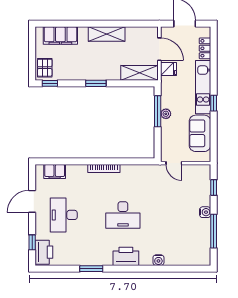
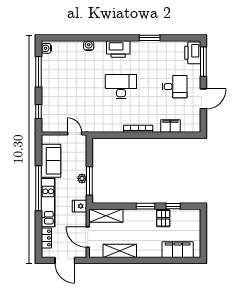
shelving: (107, 34) -> (120, 251), moved
pallet: (45, 68) -> (163, 218), moved
fridge: (169, 69) -> (79, 206), moved
window: (50, 83) -> (173, 206), moved
window: (214, 103) -> (39, 188), width x3.17
filing cabinet: (55, 171) -> (170, 126), moved
water cooler: (205, 212) -> (46, 48), moved
desk: (64, 215) -> (175, 87), width x0.73
window: (32, 242) -> (203, 62), width x2.17

